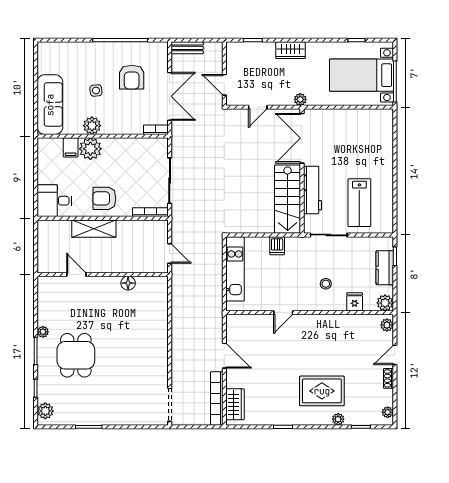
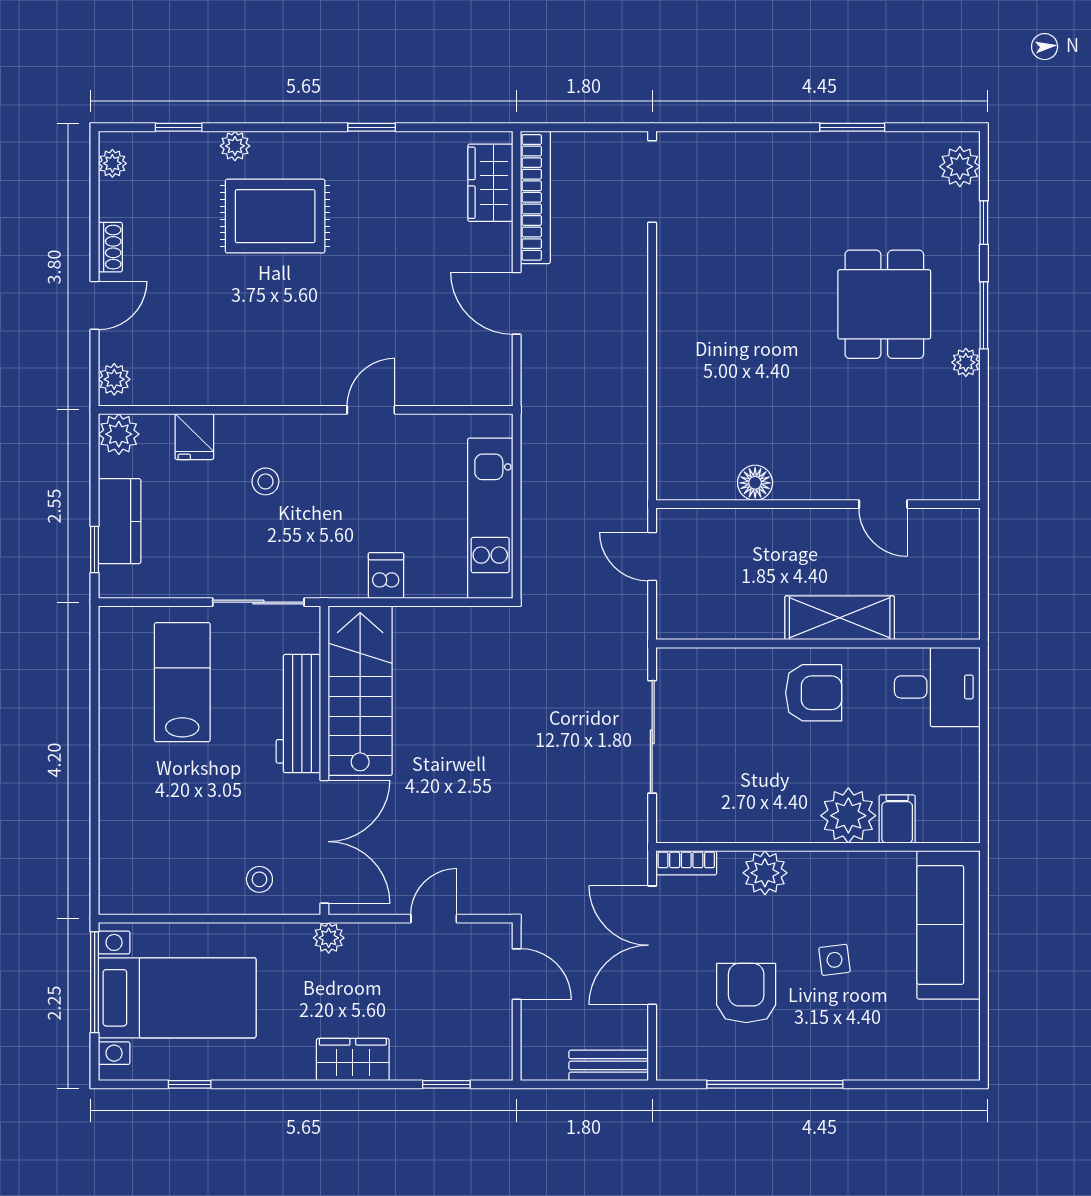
stool: (328, 123) -> (259, 879), added
plant: (92, 126) -> (765, 873), moved
bookcase: (150, 212) -> (700, 659), removed

